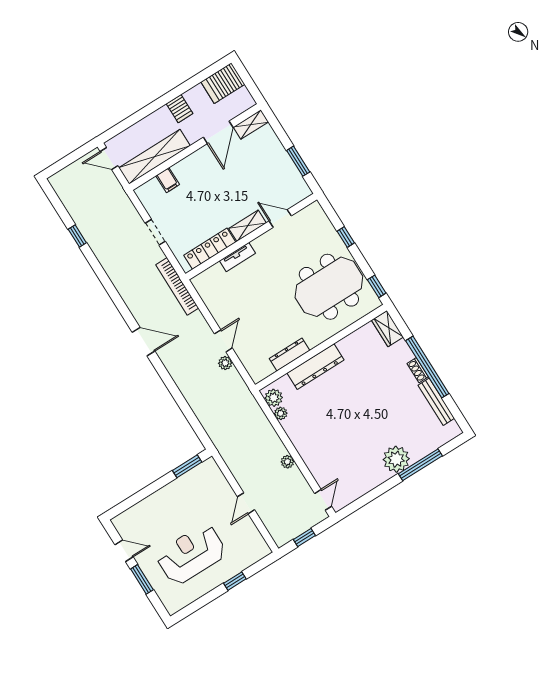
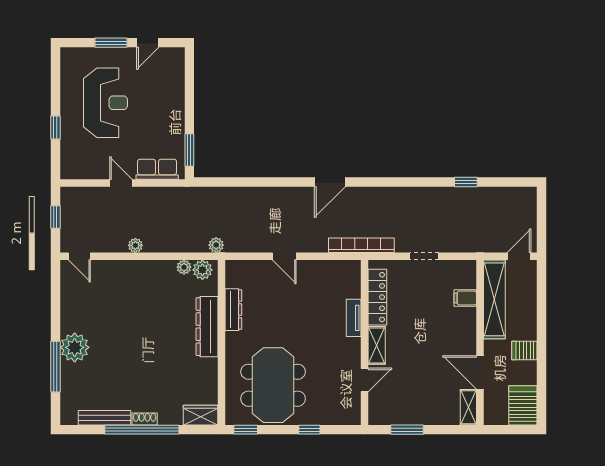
plant: (225, 363) -> (216, 245), moved
row of seats: (218, 482) -> (157, 169), added

